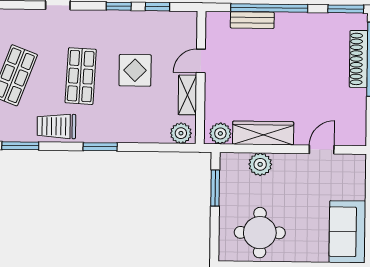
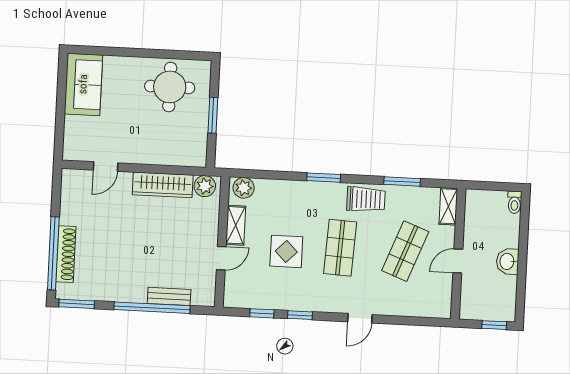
plant: (260, 164) -> (167, 154), removed
window: (215, 188) -> (213, 115), moved

